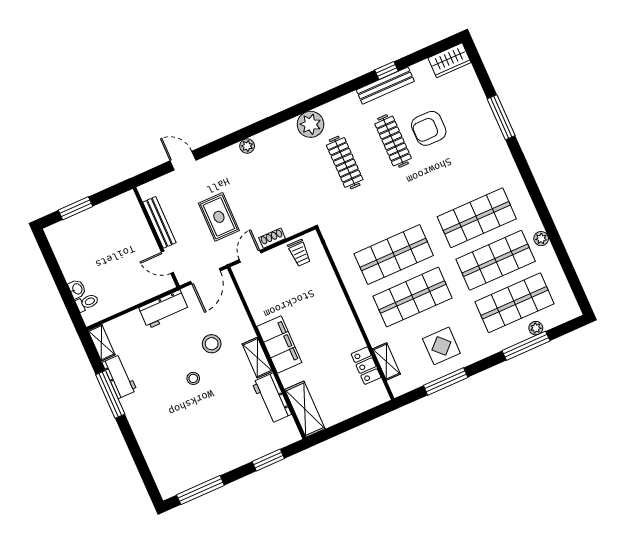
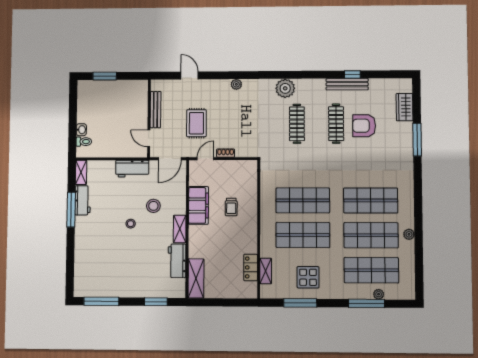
wardrobe: (449, 60) -> (405, 107), moved, turned 90
trolley: (299, 253) -> (231, 207), moved
filing cabinet: (279, 345) -> (198, 205), moved

